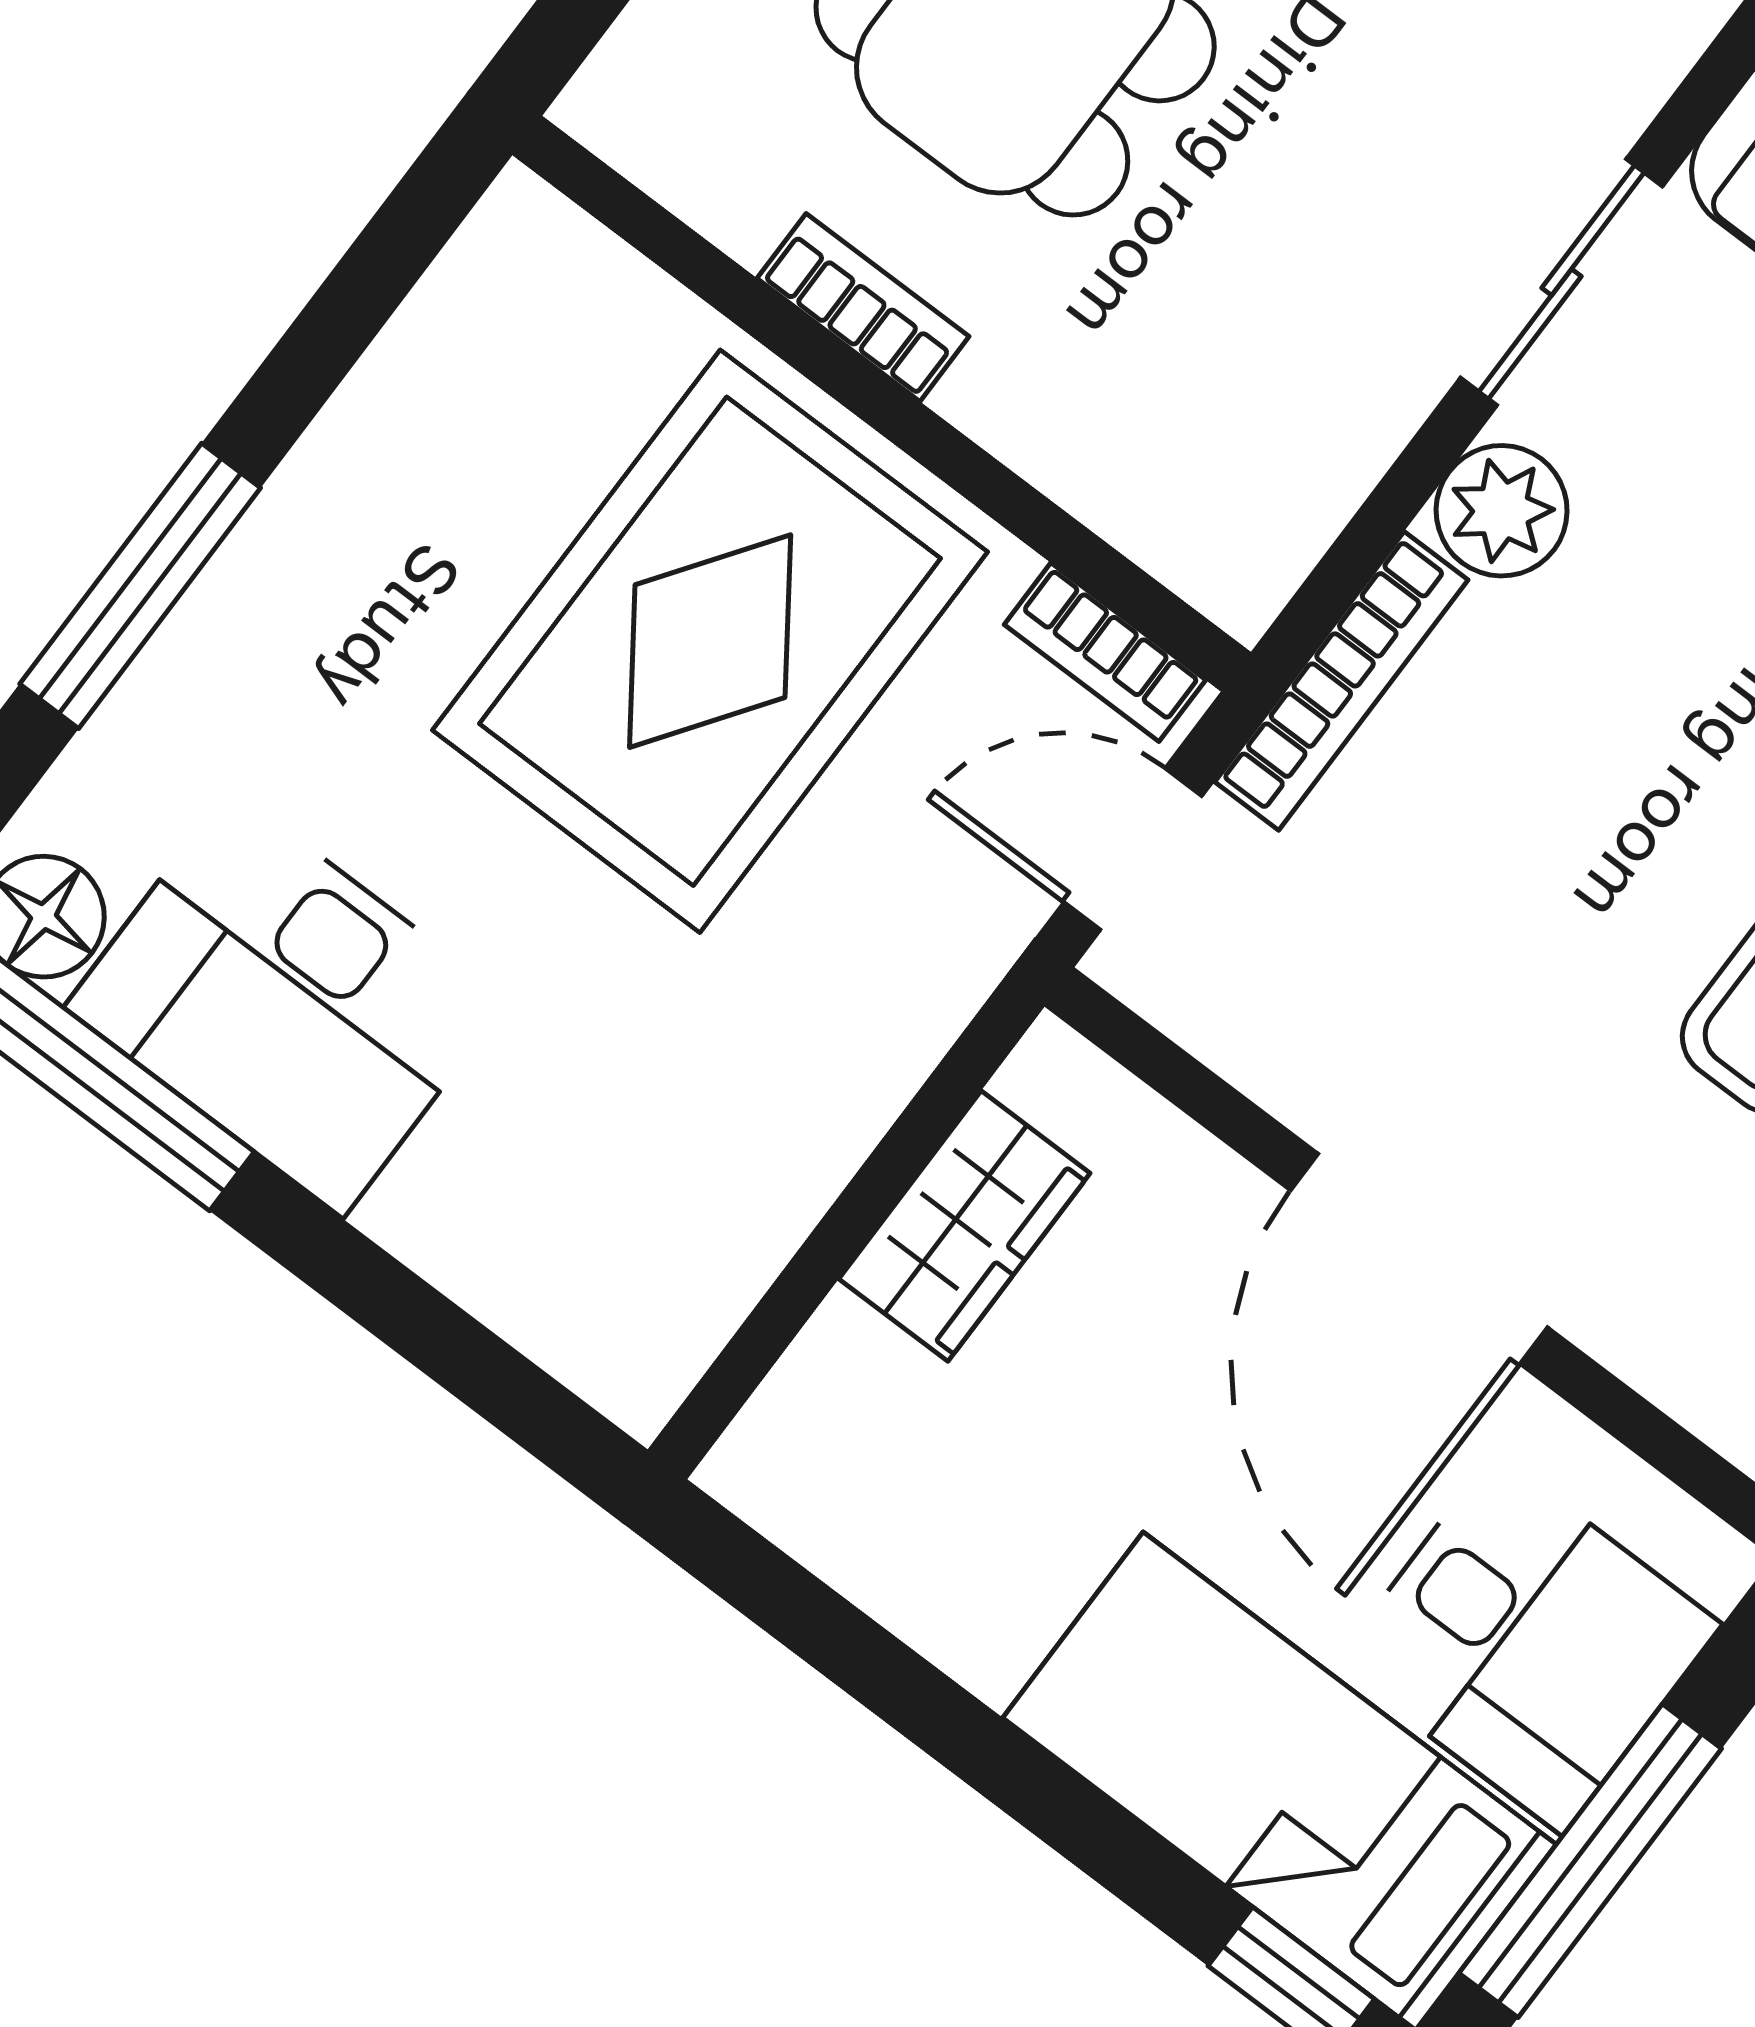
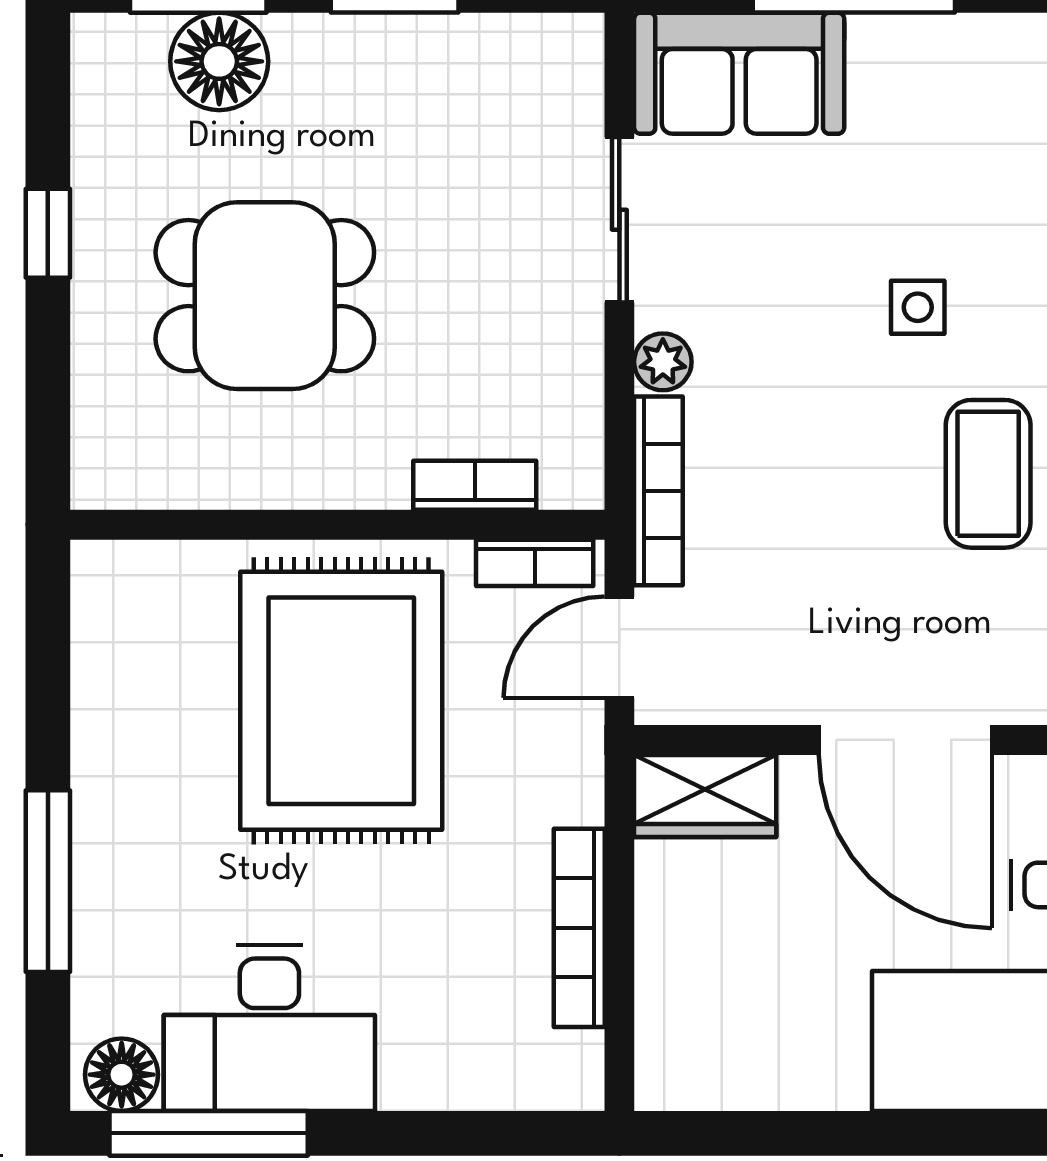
bookcase: (863, 307) -> (475, 485), moved
plant: (1502, 511) -> (663, 362), width x0.73, depth x0.73
bookcase: (798, 1181) -> (579, 928), added
wardrobe: (964, 1226) -> (705, 796), moved, turned 90

